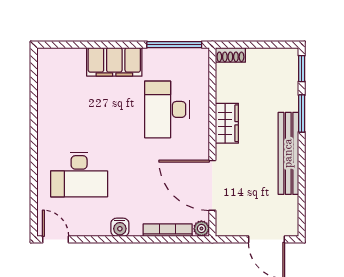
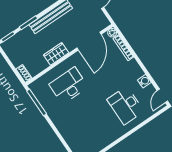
filing cabinet: (114, 62) -> (63, 124), removed
desk: (167, 109) -> (68, 86), turned 180
desk: (79, 174) -> (126, 105), turned 180
water cooler: (120, 227) -> (144, 81), moved

